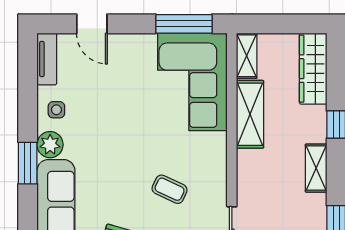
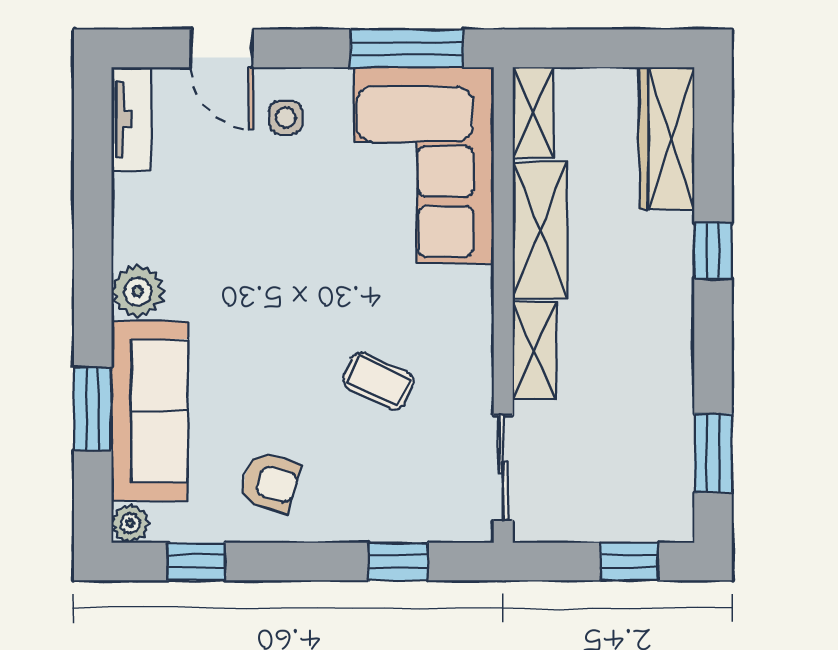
side table: (56, 110) -> (286, 117), moved
window: (28, 163) -> (93, 409), moved
shelving: (316, 168) -> (534, 350), moved

